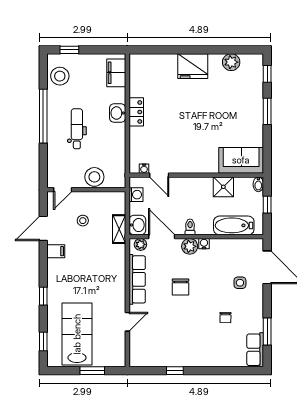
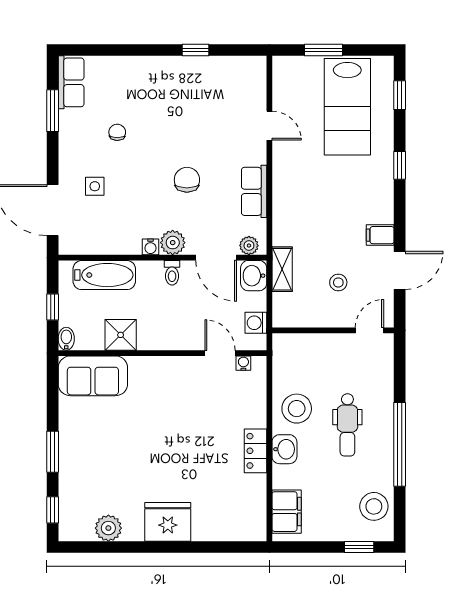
stool: (94, 177) -> (297, 409), moved
row of seats: (137, 279) -> (254, 191), width x0.68
door: (127, 322) -> (269, 126), swing flipped

